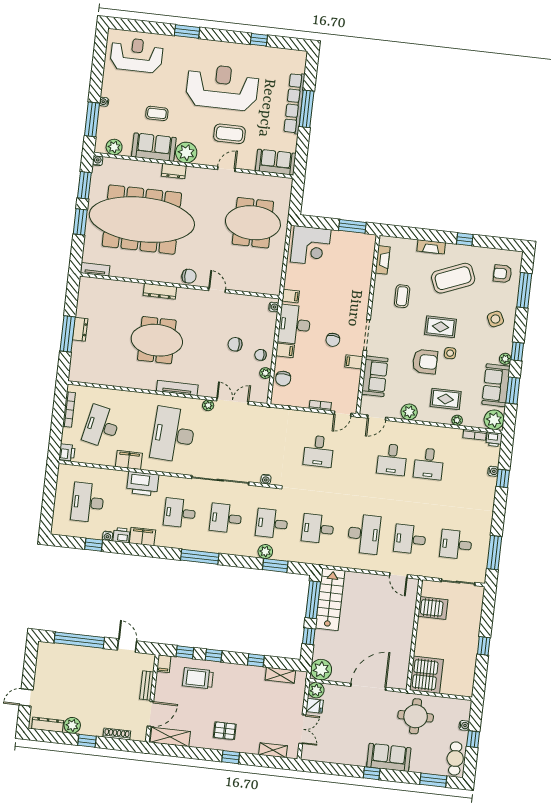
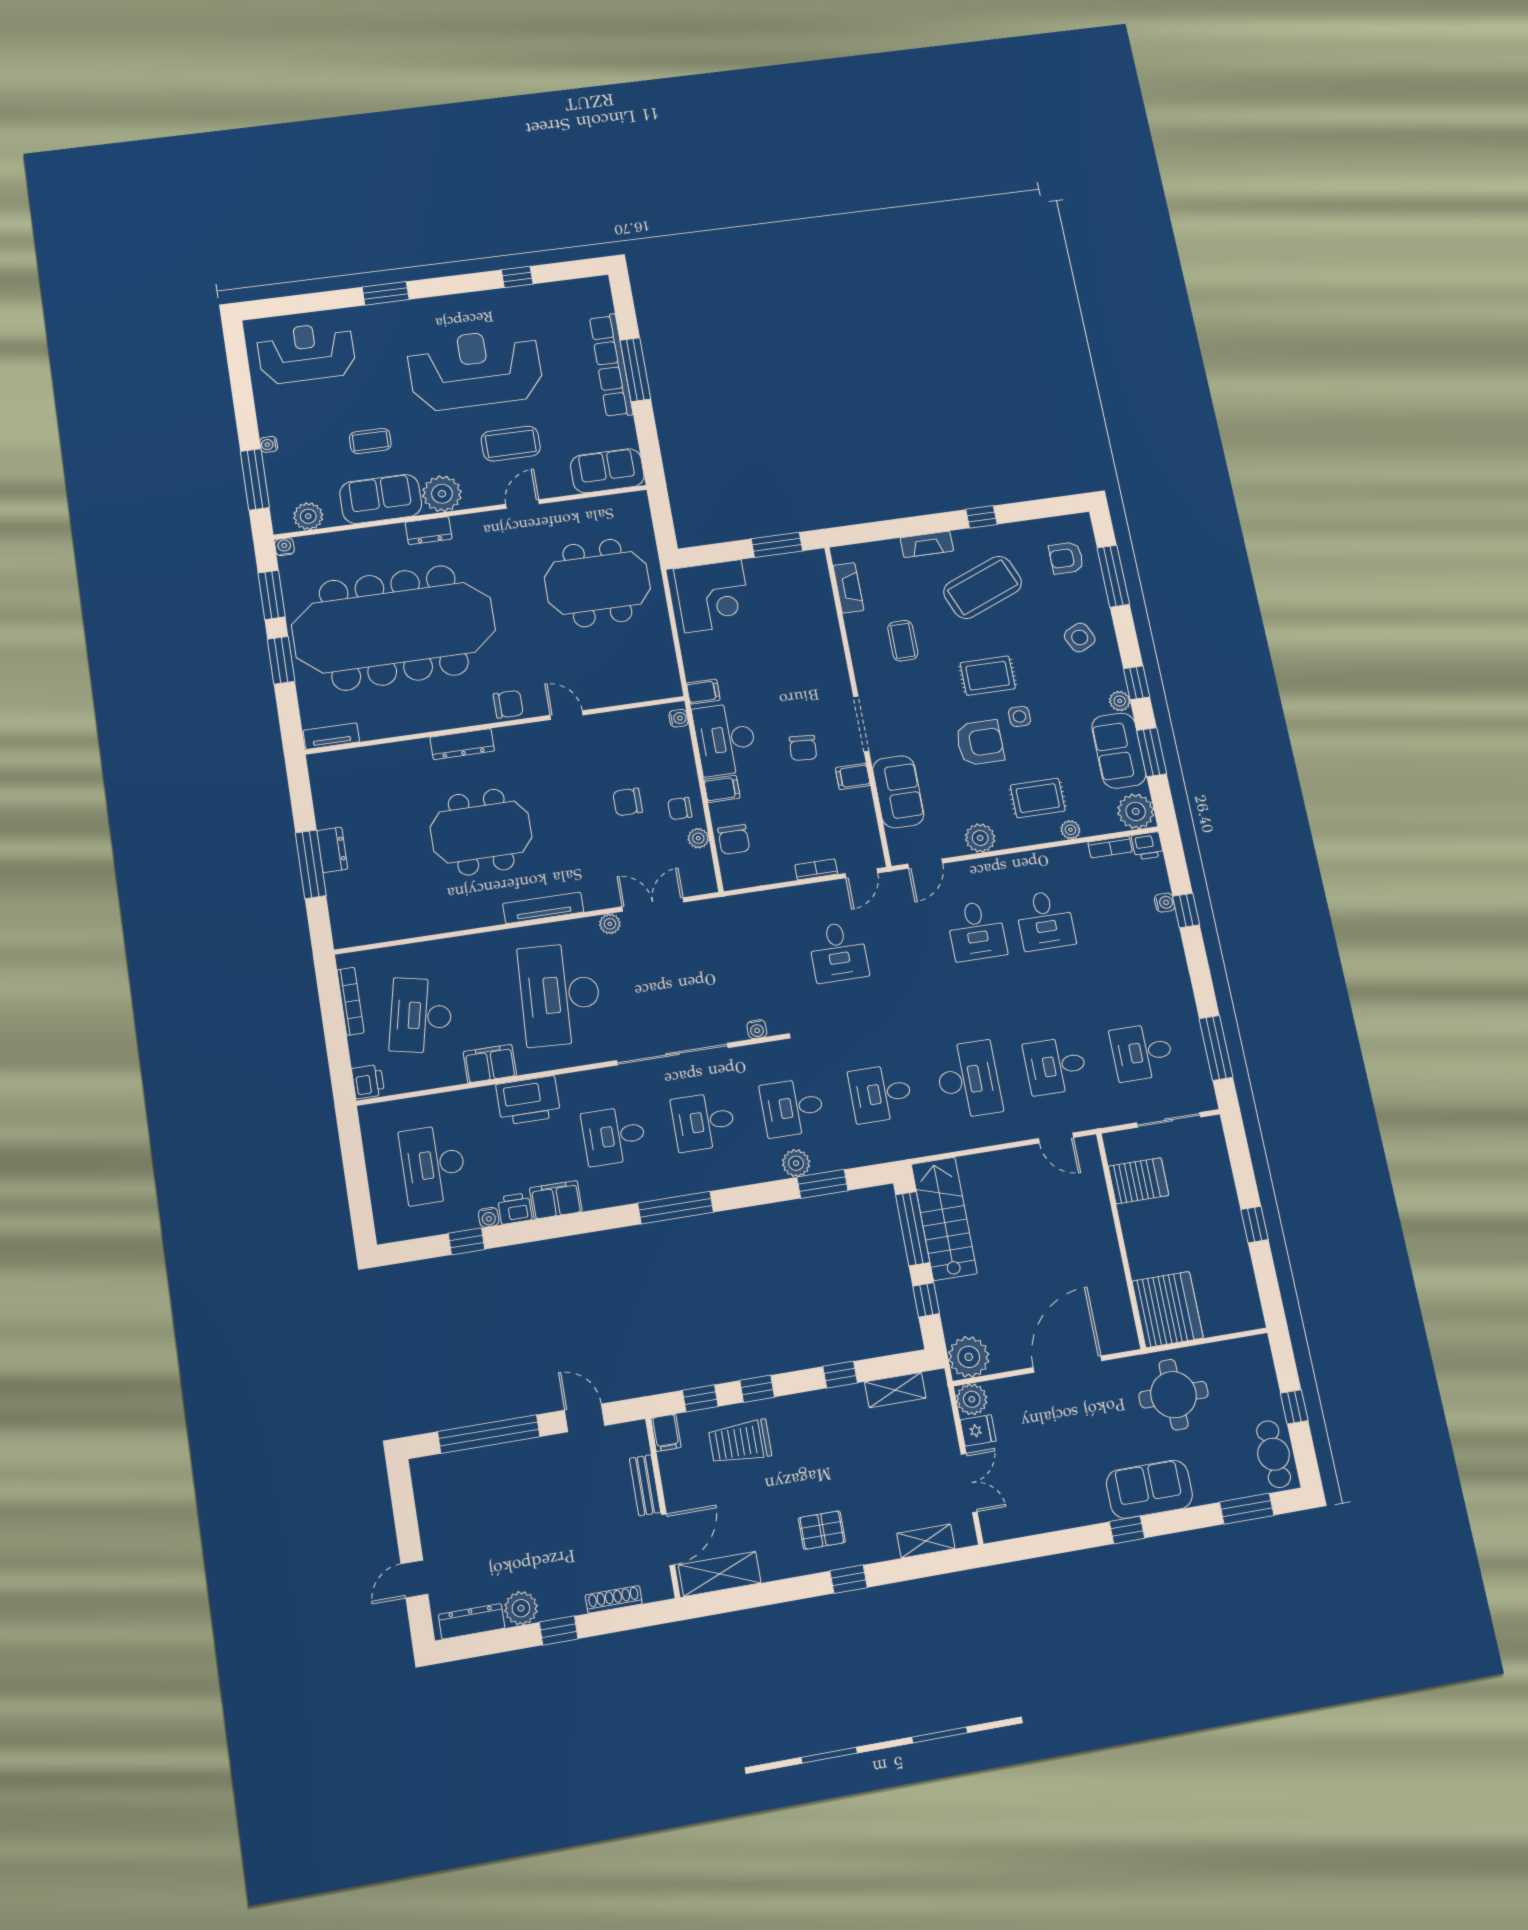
water cooler: (464, 725) -> (1269, 1385), removed

